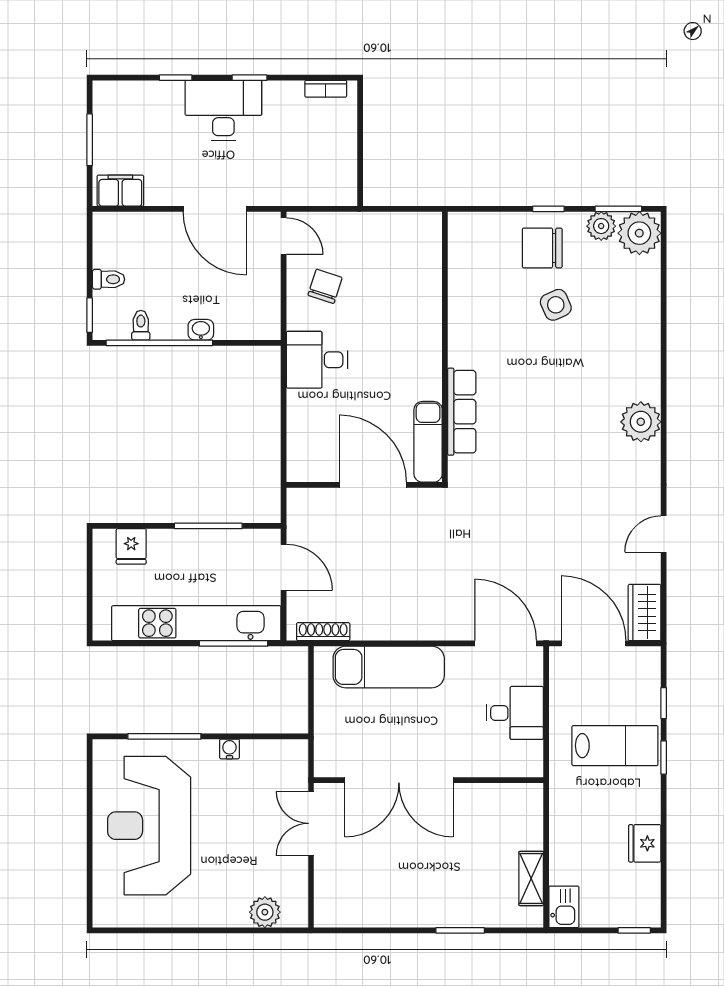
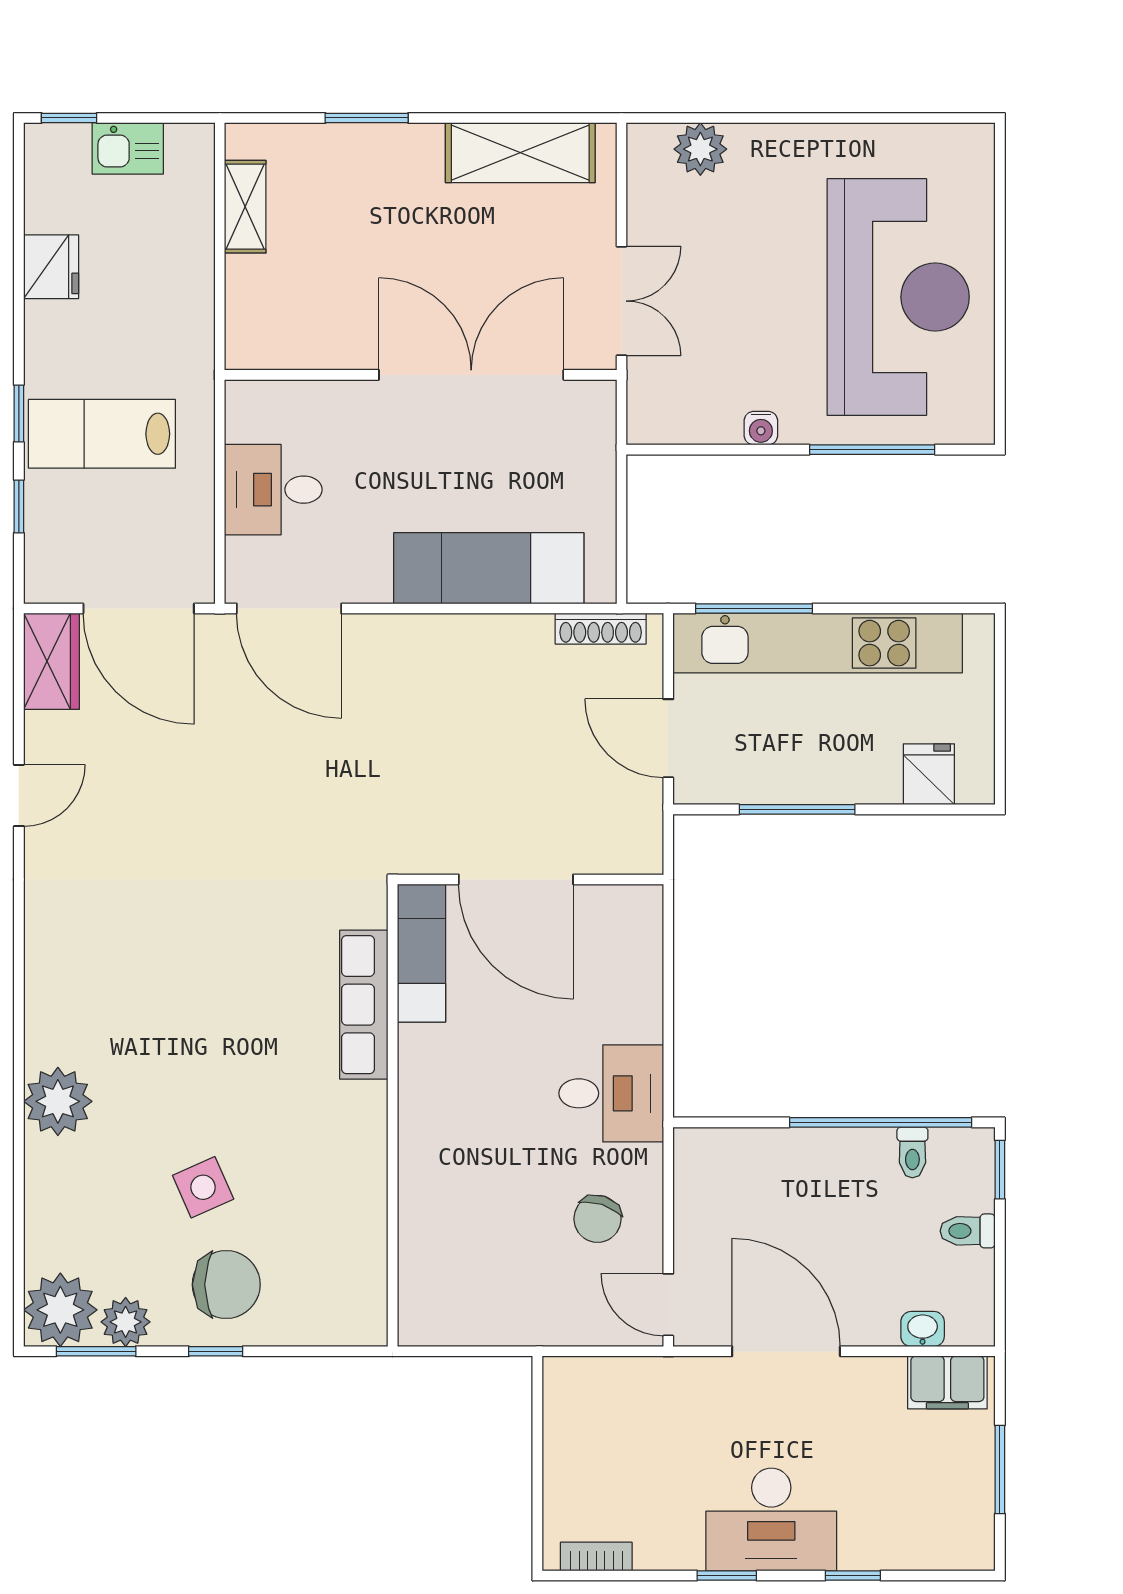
washbasin: (201, 330) -> (923, 1329), moved, turned 180
plant: (641, 422) -> (58, 1101), moved
kitchen sink: (564, 907) -> (128, 148), moved, turned -90
shelving: (370, 910) -> (520, 153), added

